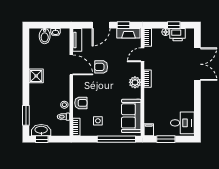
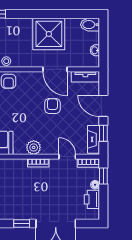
window: (174, 25) -> (103, 176), moved
bidet: (45, 36) -> (90, 25), moved
door: (71, 65) -> (55, 69), hinge flipped
shower: (36, 76) -> (49, 34), width x1.86, depth x1.86
window: (197, 92) -> (22, 224), added

